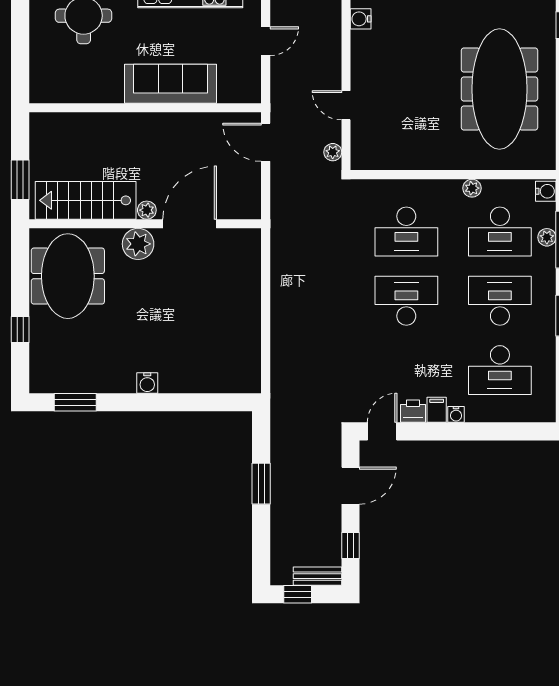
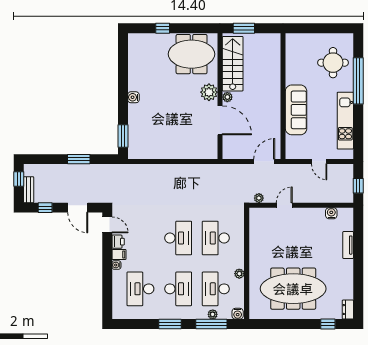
window: (75, 402) -> (123, 136), moved

